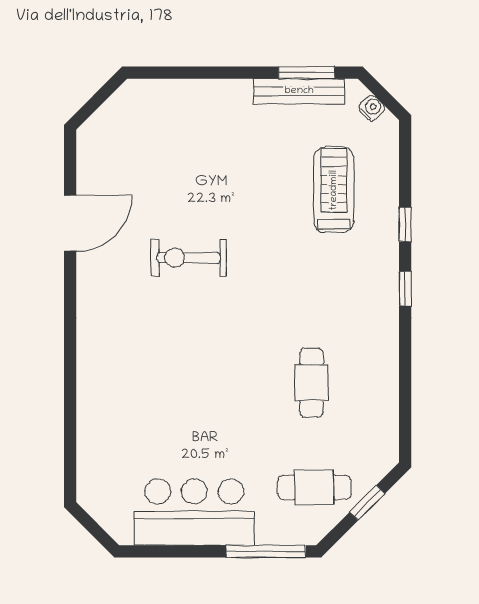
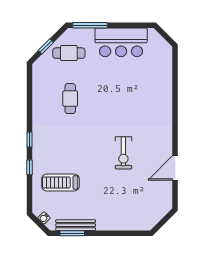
treadmill: (334, 190) -> (60, 182), turned 90
exercise bike: (189, 258) -> (123, 153), turned 90

